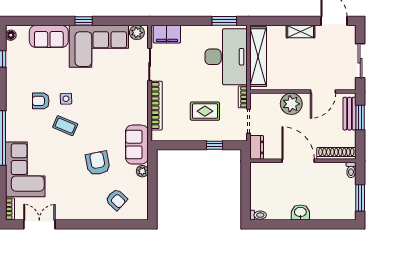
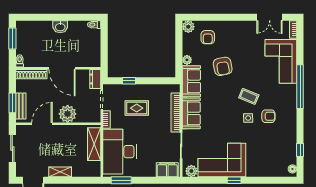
sofa: (49, 36) -> (191, 113), moved, turned 90
shelving: (258, 57) -> (94, 144), width x0.68
armchair: (116, 200) -> (208, 37), turned -133
plant: (141, 213) -> (188, 27), added

